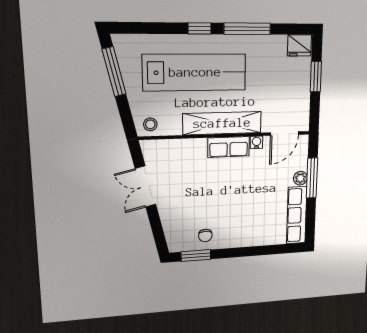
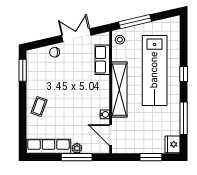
window: (247, 29) -> (184, 118), moved
window: (114, 72) -> (135, 22), moved
row of seats: (229, 147) -> (102, 60), moved
coffee table: (245, 231) -> (39, 106), added
chair: (205, 236) -> (55, 52), moved

